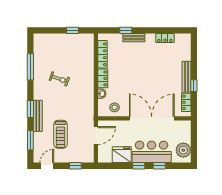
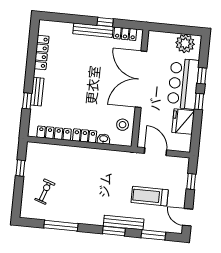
locker: (165, 38) -> (42, 53), width x1.53
exercise bike: (59, 79) -> (45, 192), moved
treadmill: (61, 134) -> (150, 196), turned 180

